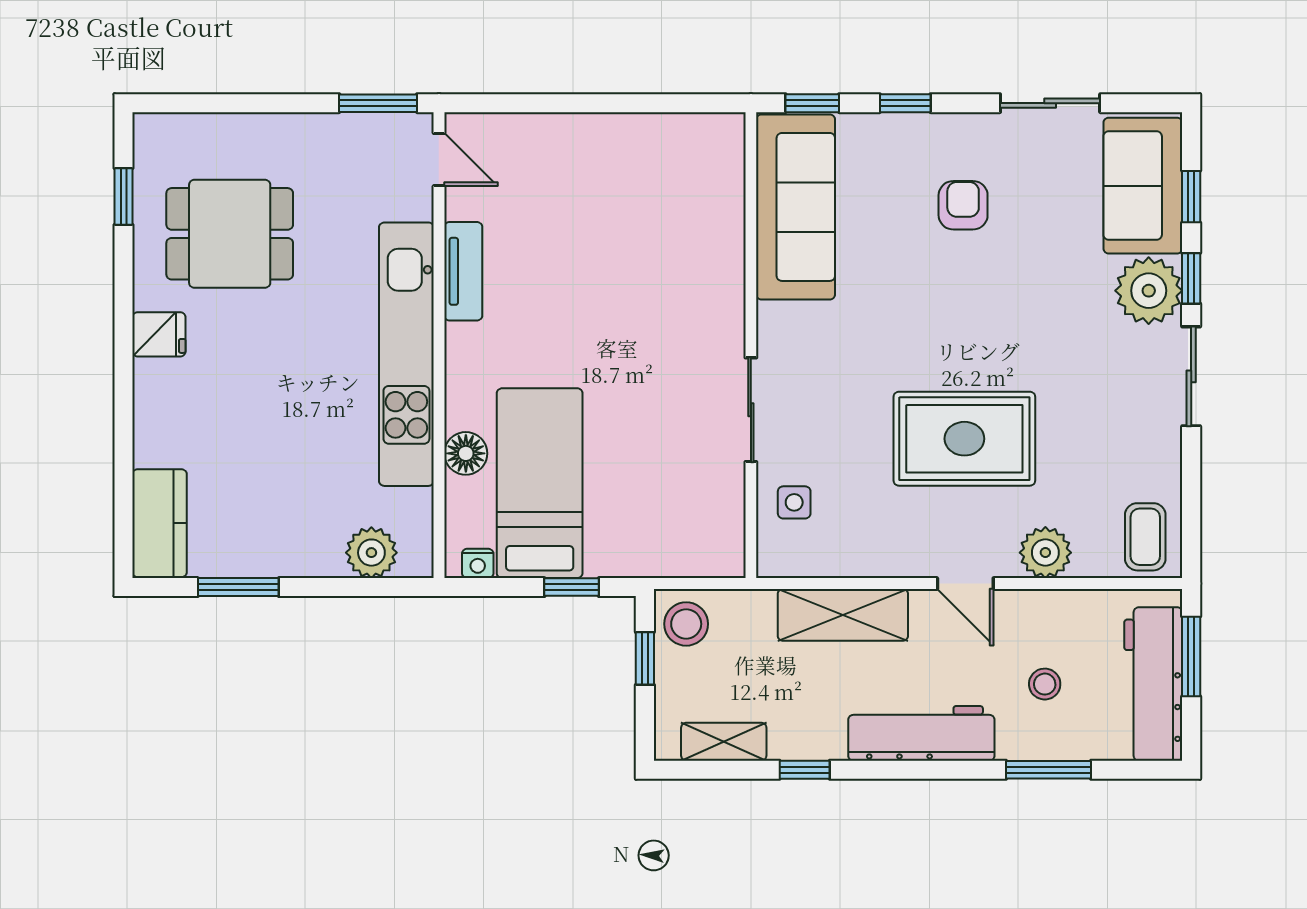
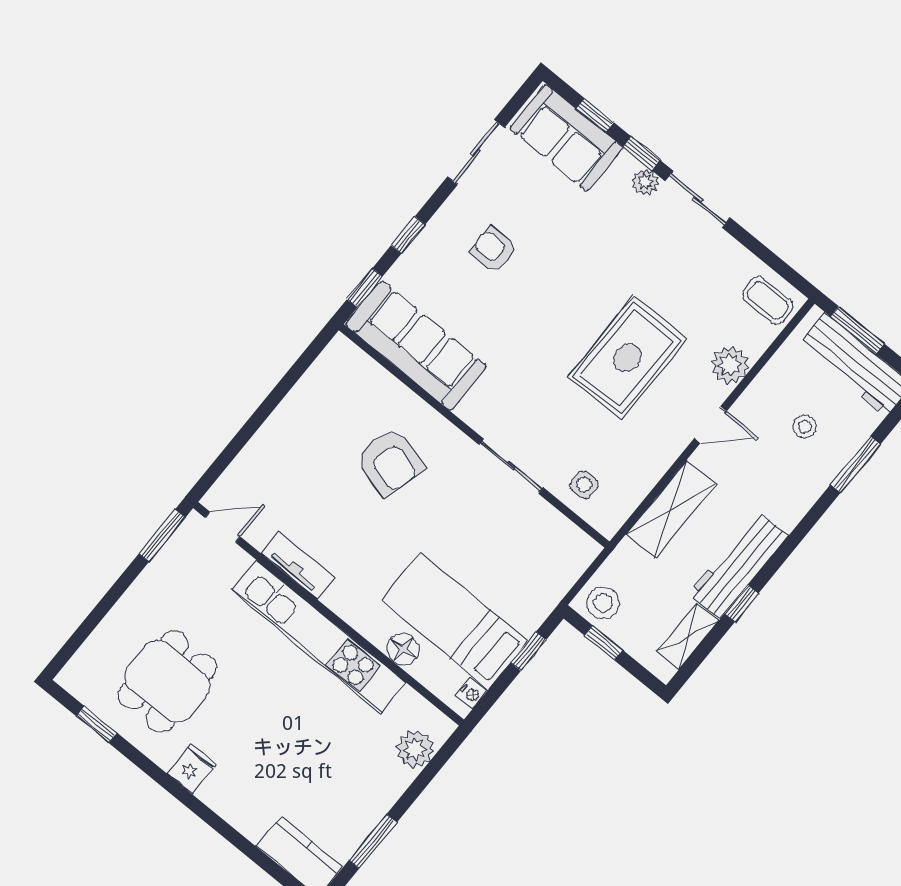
armchair: (651, 279) -> (390, 462), added
plant: (1149, 291) -> (645, 182), width x0.53, depth x0.53
workbench: (921, 733) -> (739, 565), moved

